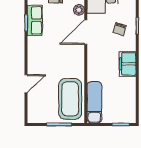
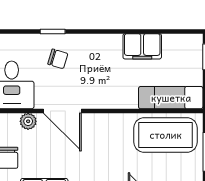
filing cabinet: (128, 64) -> (142, 46), moved

